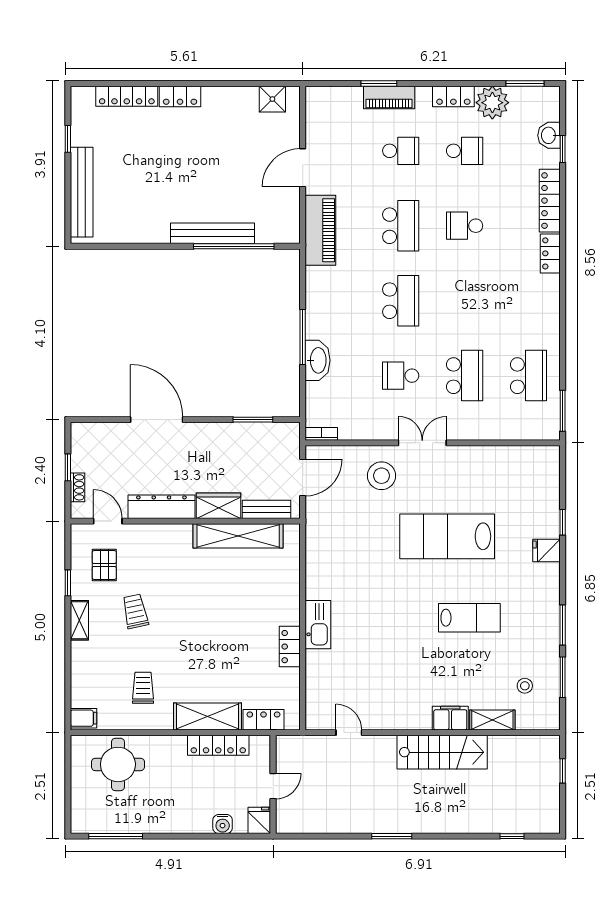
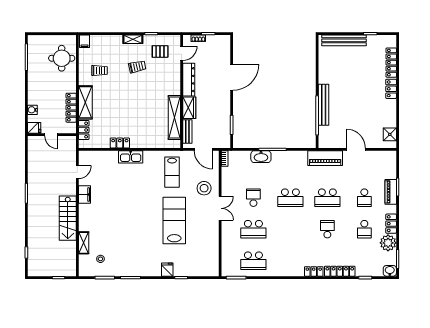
washbasin: (549, 135) -> (390, 271), moved
lab bench: (469, 618) -> (172, 172), moved
filing cabinet: (450, 718) -> (85, 195), moved

